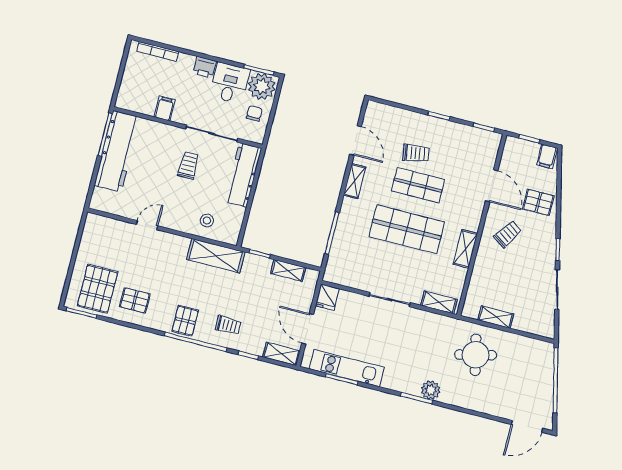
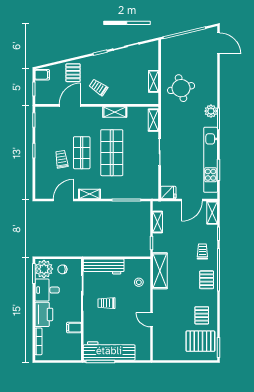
printer: (205, 67) -> (44, 314), width x1.87, depth x1.48
pallet: (185, 321) -> (207, 280), turned 90
kitchen unit: (347, 368) -> (211, 160), width x1.36

